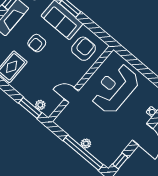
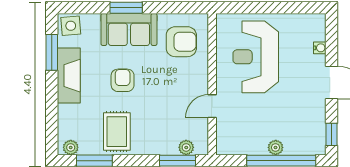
armchair: (37, 43) -> (123, 80), turned 180
armchair: (84, 49) -> (181, 42), turned 90

